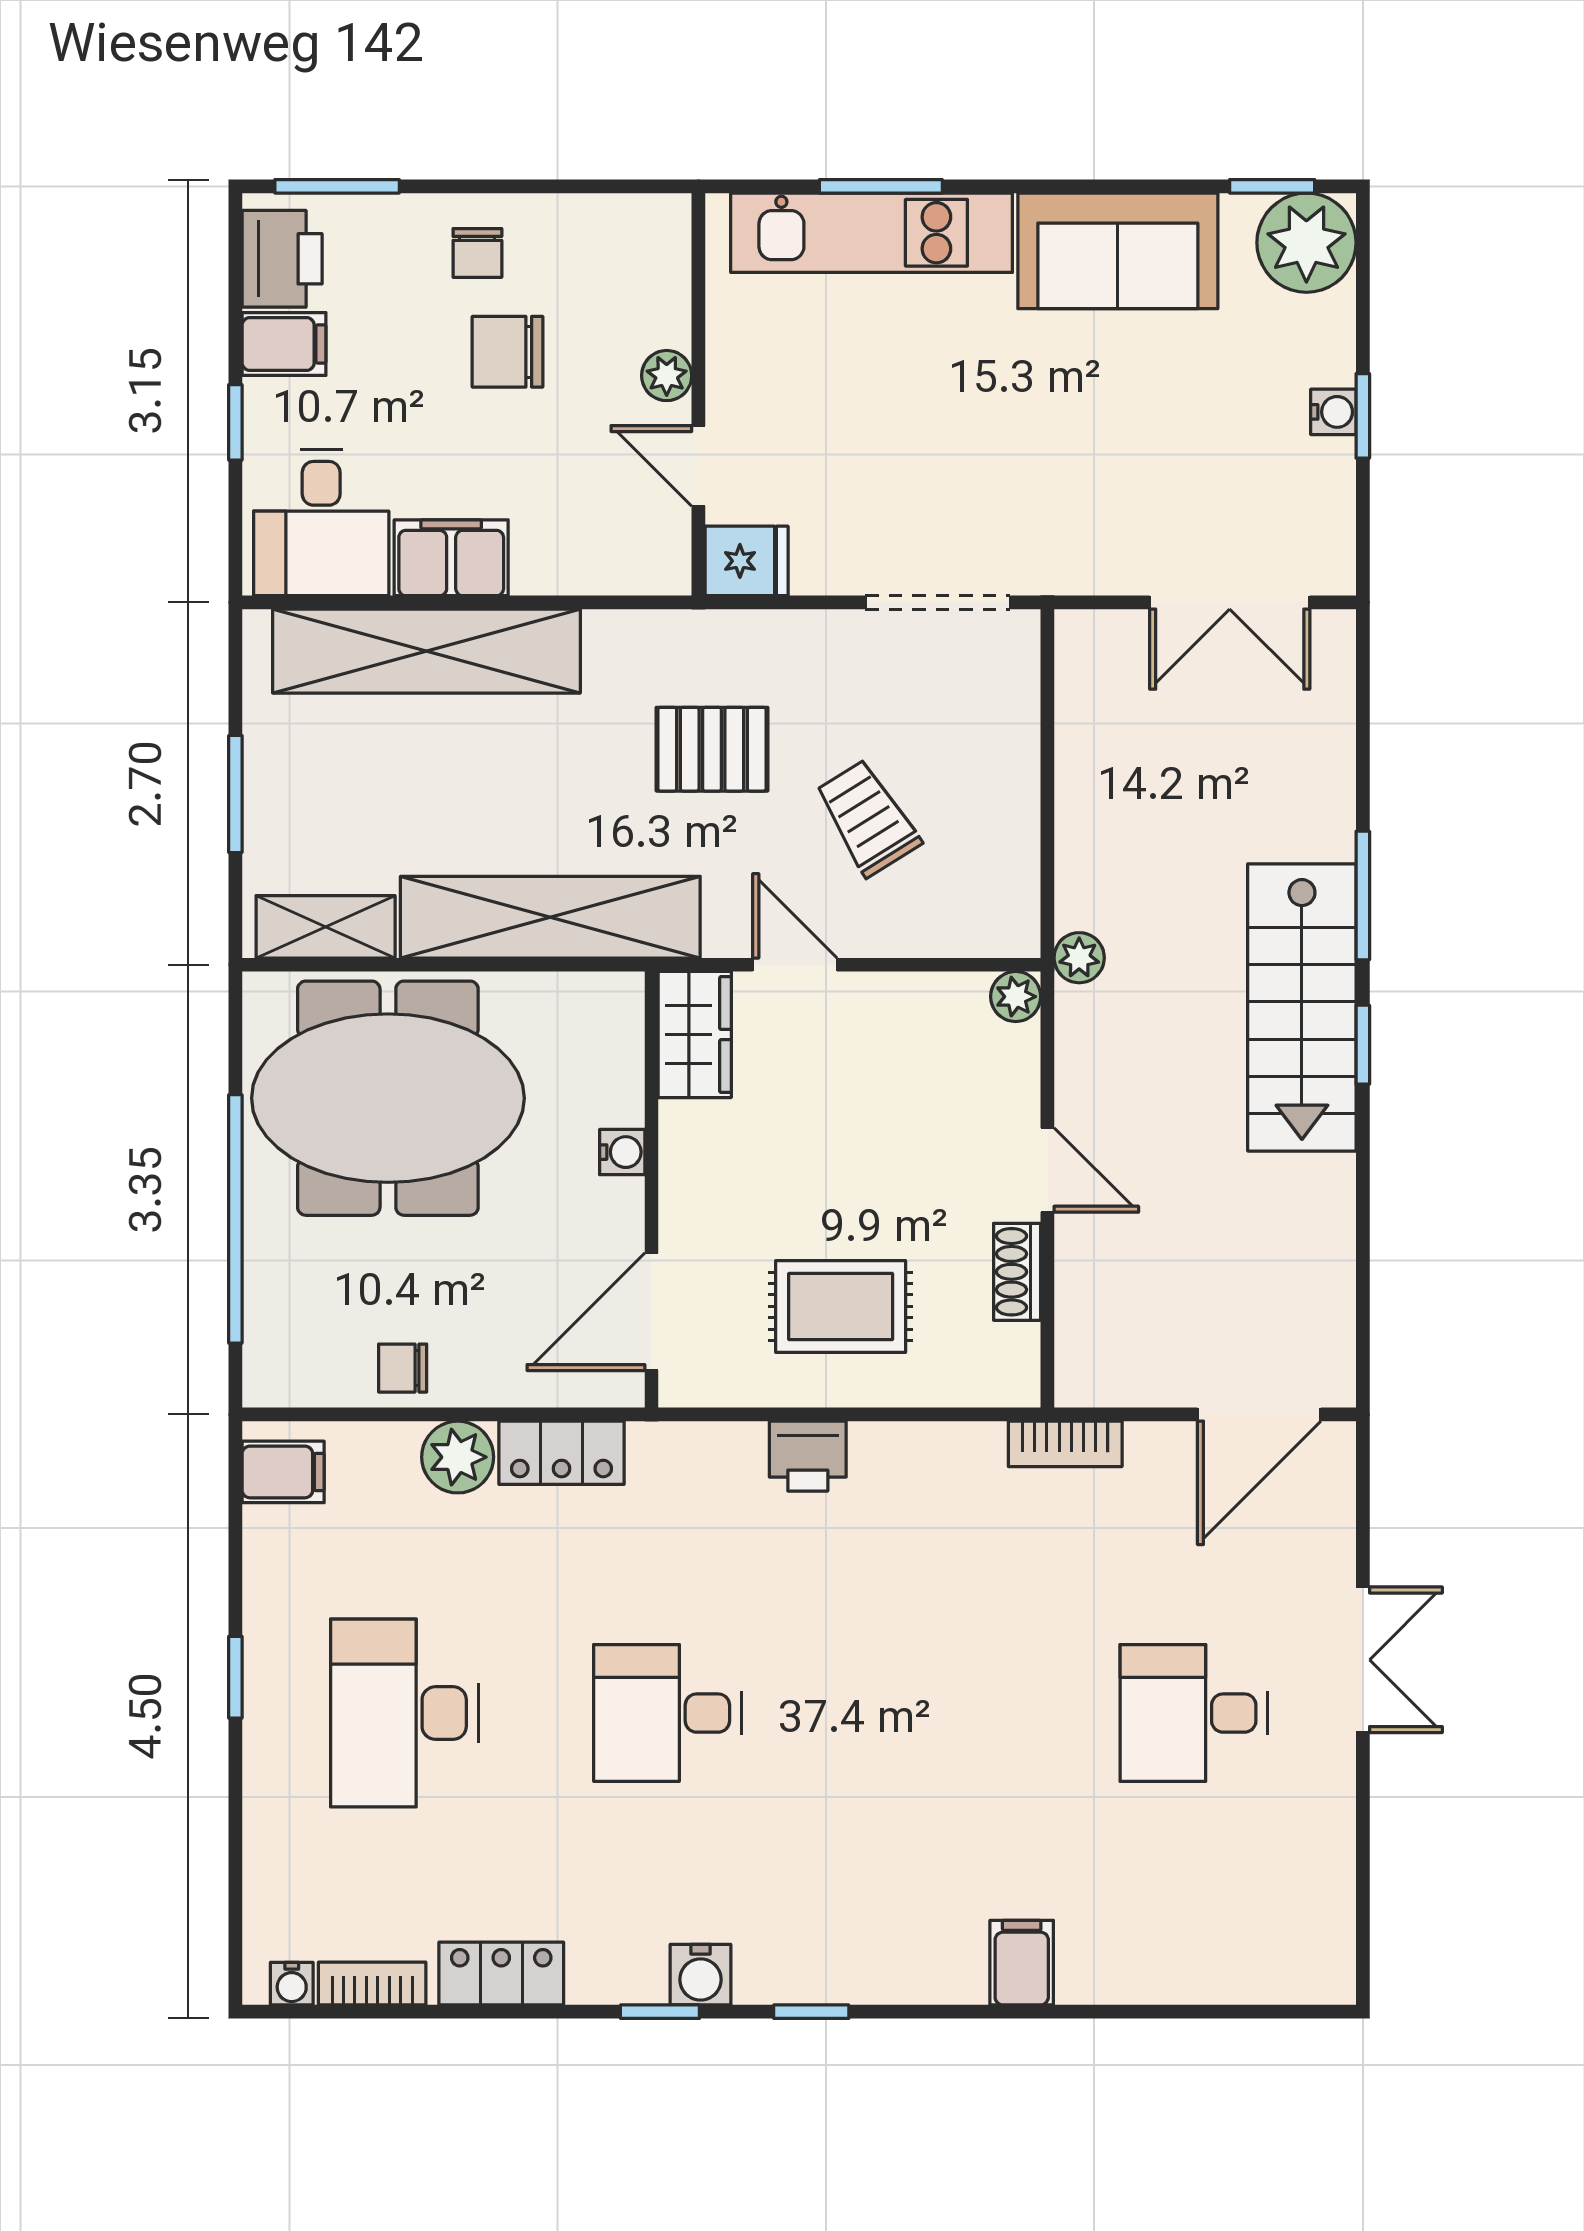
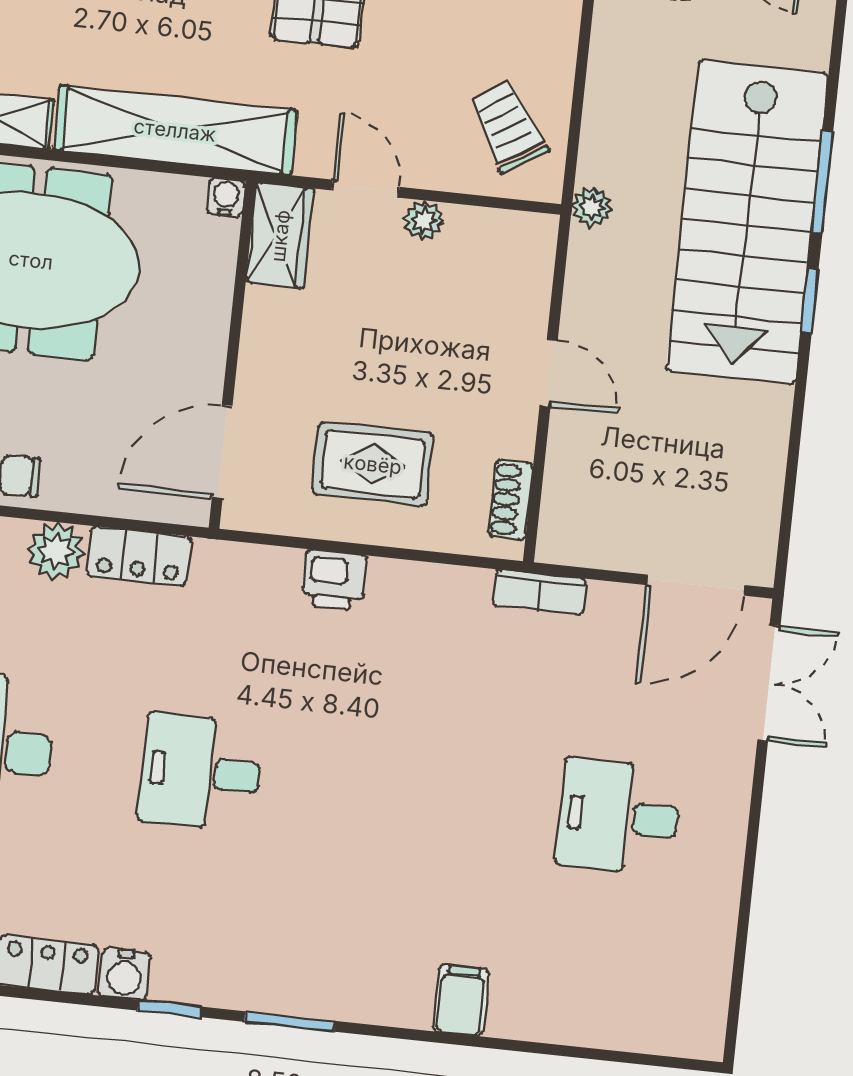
trolley: (868, 818) -> (508, 126), moved
plant: (1016, 997) -> (424, 220), moved
stairs: (1302, 1007) -> (747, 222), width x1.36, depth x1.51
water cooler: (622, 1152) -> (226, 197), moved, turned -90
shoe rack: (1017, 1272) -> (511, 500), moved
double door: (1363, 1660) -> (769, 683), moved
water cooler: (701, 1975) -> (124, 974), moved
window: (811, 2012) -> (290, 1021), width x1.50

